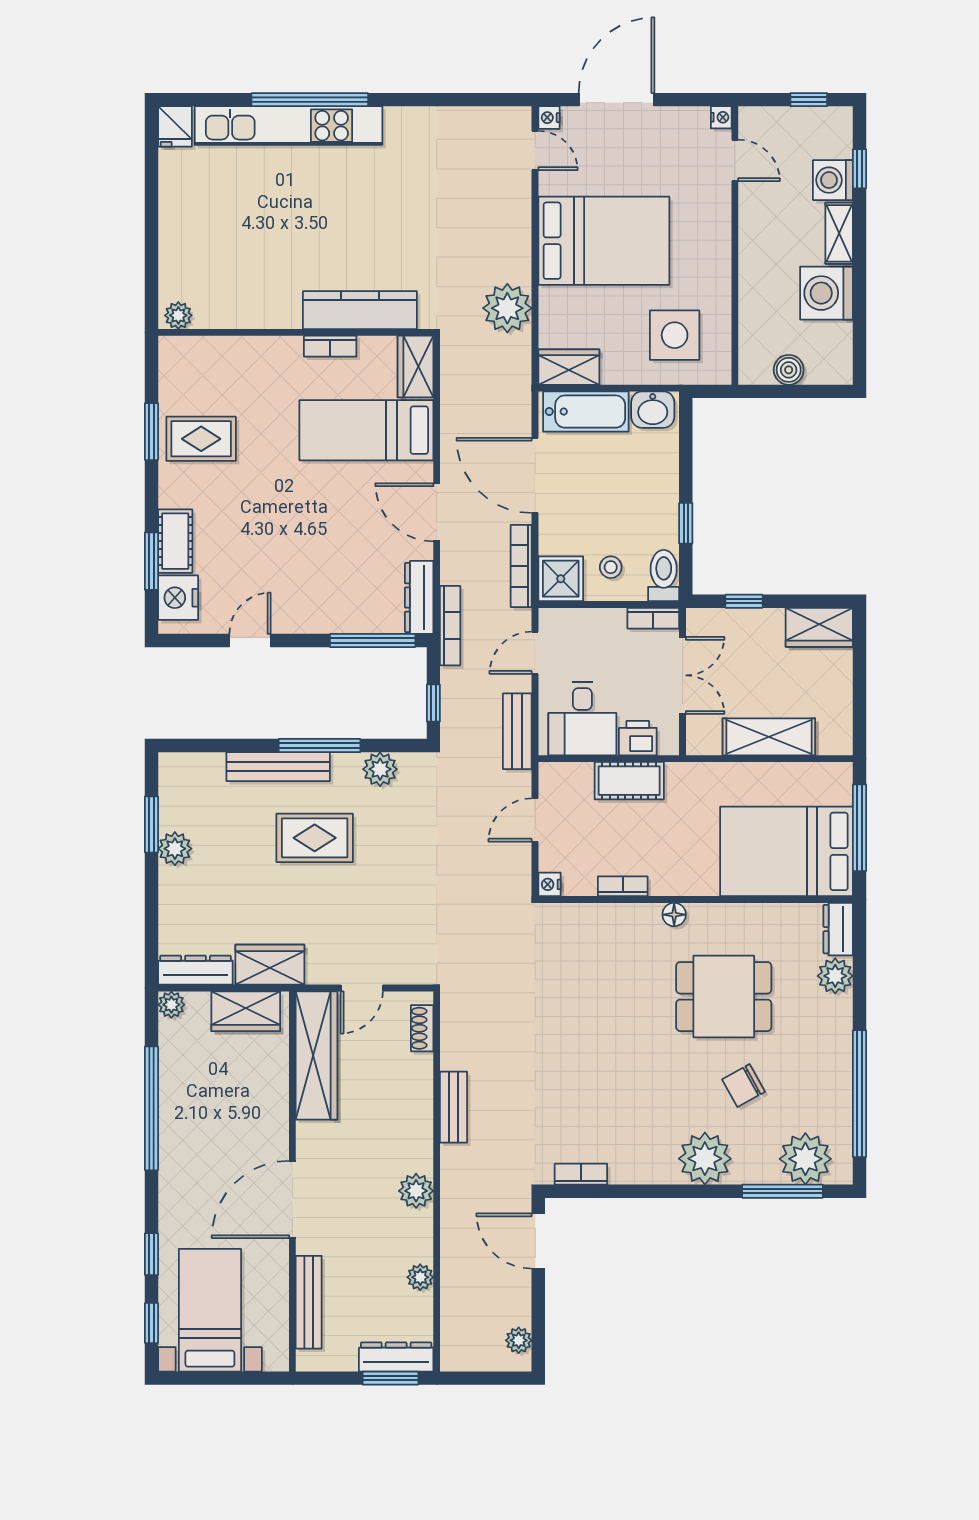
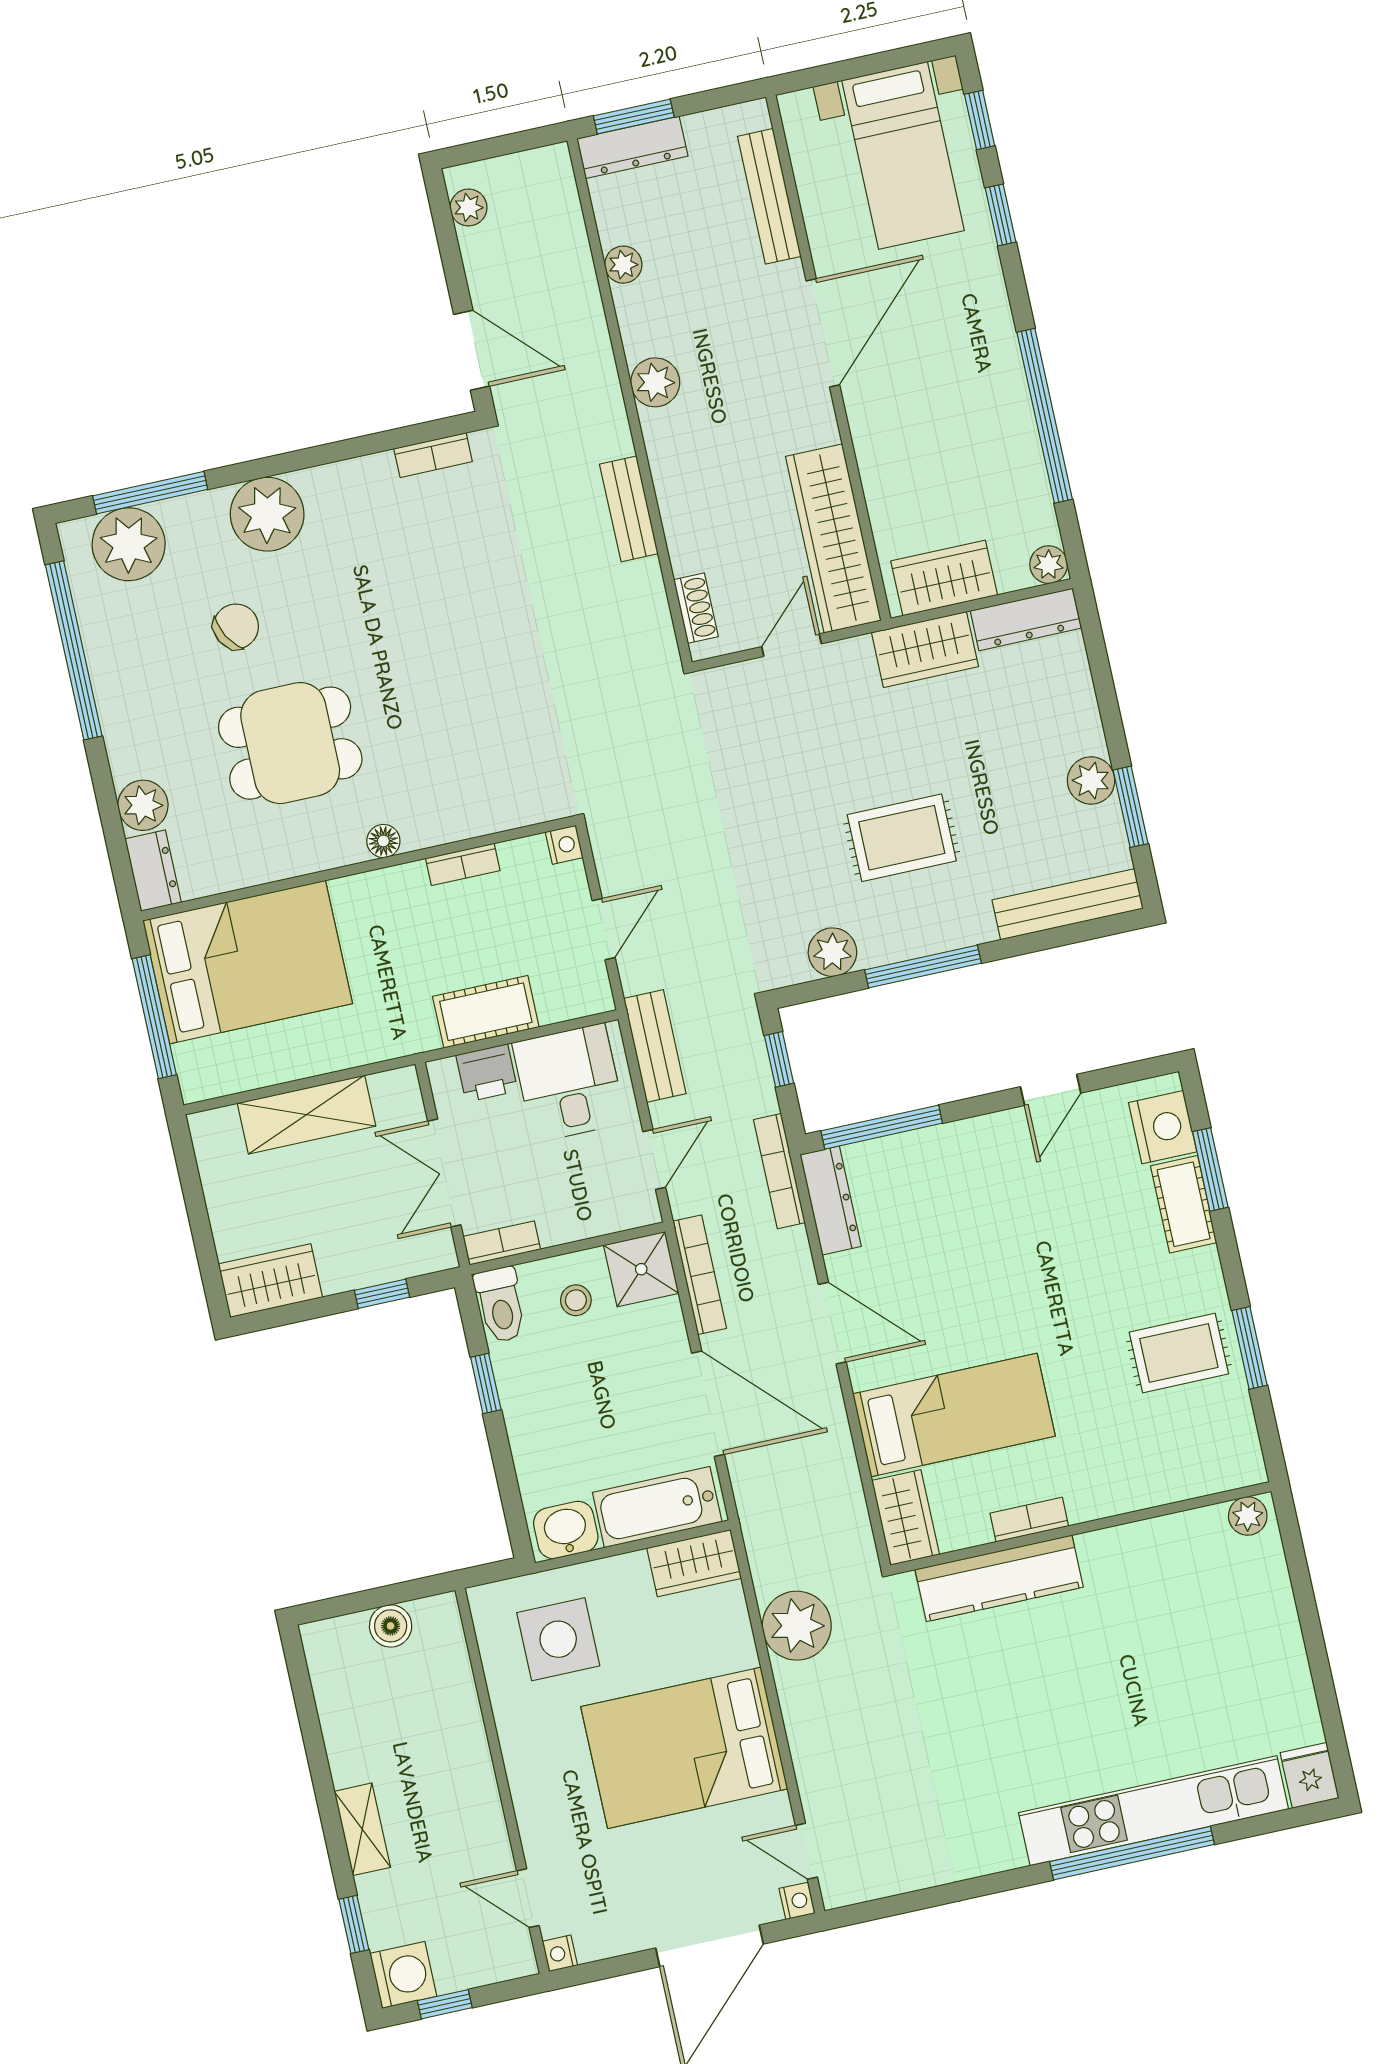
washing machine: (833, 180) -> (403, 1975), moved
washing machine: (827, 293) -> (362, 1743), removed
bench: (278, 767) -> (1068, 904), moved

